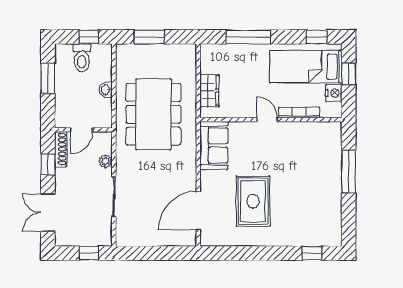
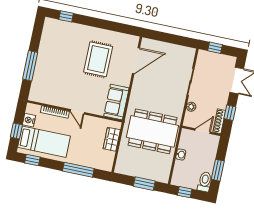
toilet: (82, 58) -> (205, 182), moved
dining table: (153, 114) -> (153, 131), turned 90

